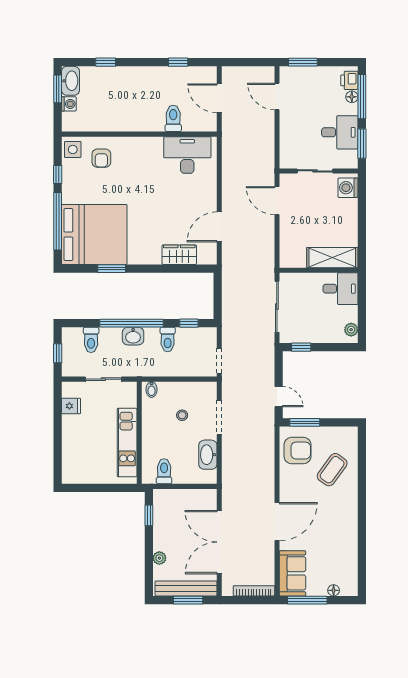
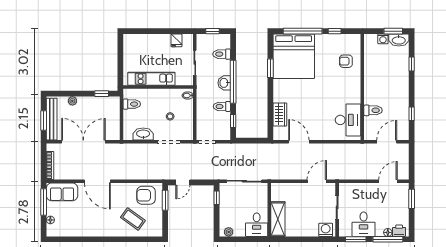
side table: (73, 149) -> (352, 42), removed
armchair: (298, 451) -> (146, 195), turned 90

